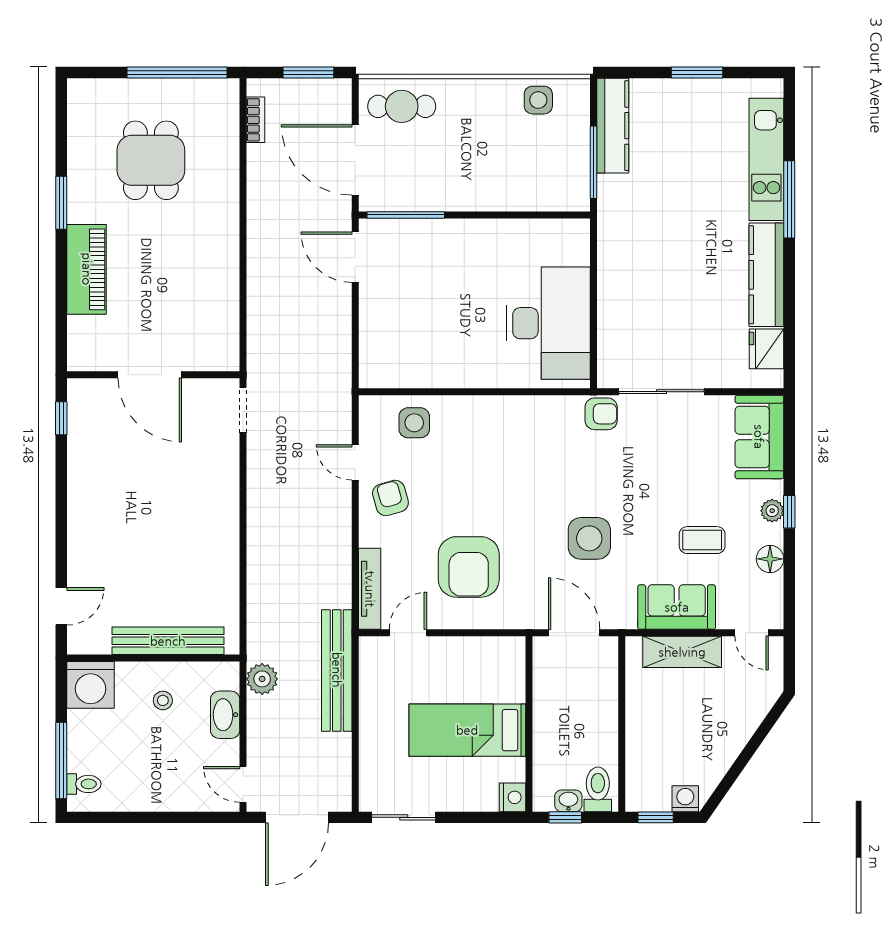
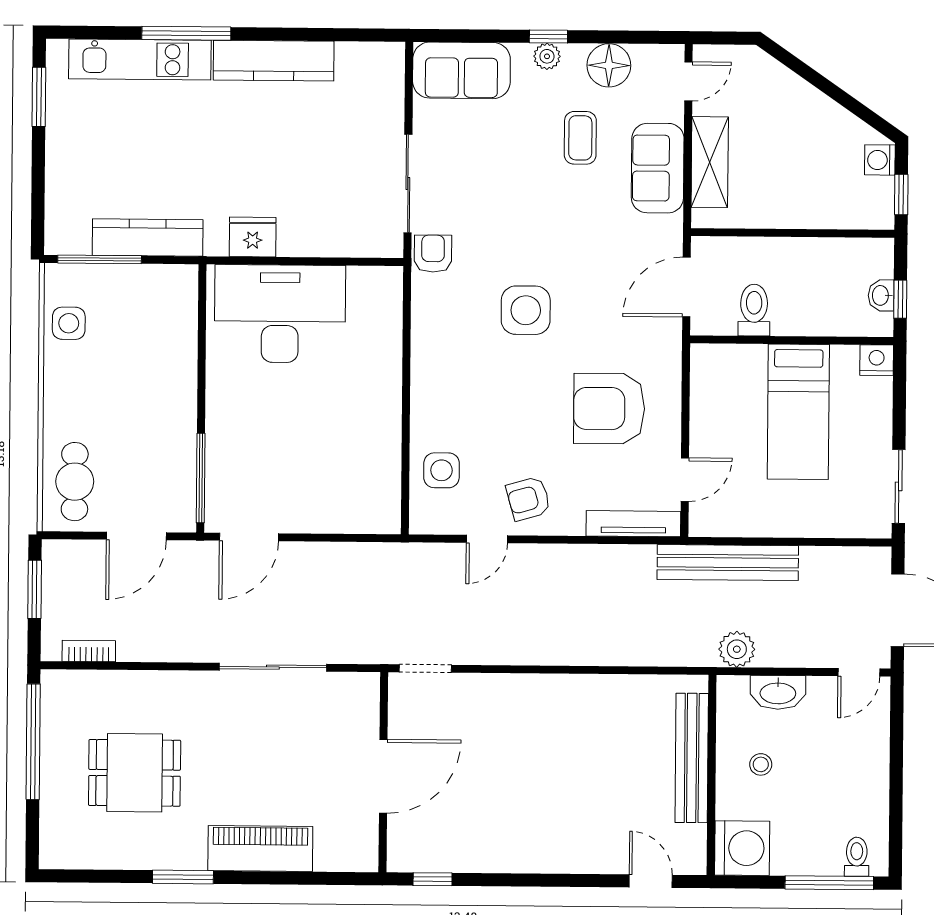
window: (697, 73) -> (39, 97), moved
kitchen counter: (613, 126) -> (148, 238), moved
door: (355, 160) -> (136, 536), width x0.73
window: (594, 162) -> (100, 259), moved
sliding door: (243, 279) -> (273, 667), added
desk: (548, 323) -> (280, 314), moved
fridge: (767, 349) -> (253, 237), moved, turned 180
side table: (589, 538) -> (526, 310), moved
floor lamp: (770, 559) -> (609, 65), width x1.38, depth x1.38
armchair: (469, 567) -> (609, 409), turned 180
door: (408, 633) -> (685, 480), swing flipped
toilet: (598, 789) -> (754, 310), moved, turned 90

